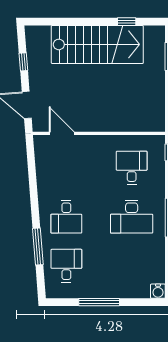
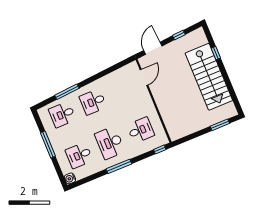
window: (127, 22) -> (216, 53), moved
desk: (66, 266) -> (62, 115), turned 180
desk: (132, 266) -> (79, 155), added

